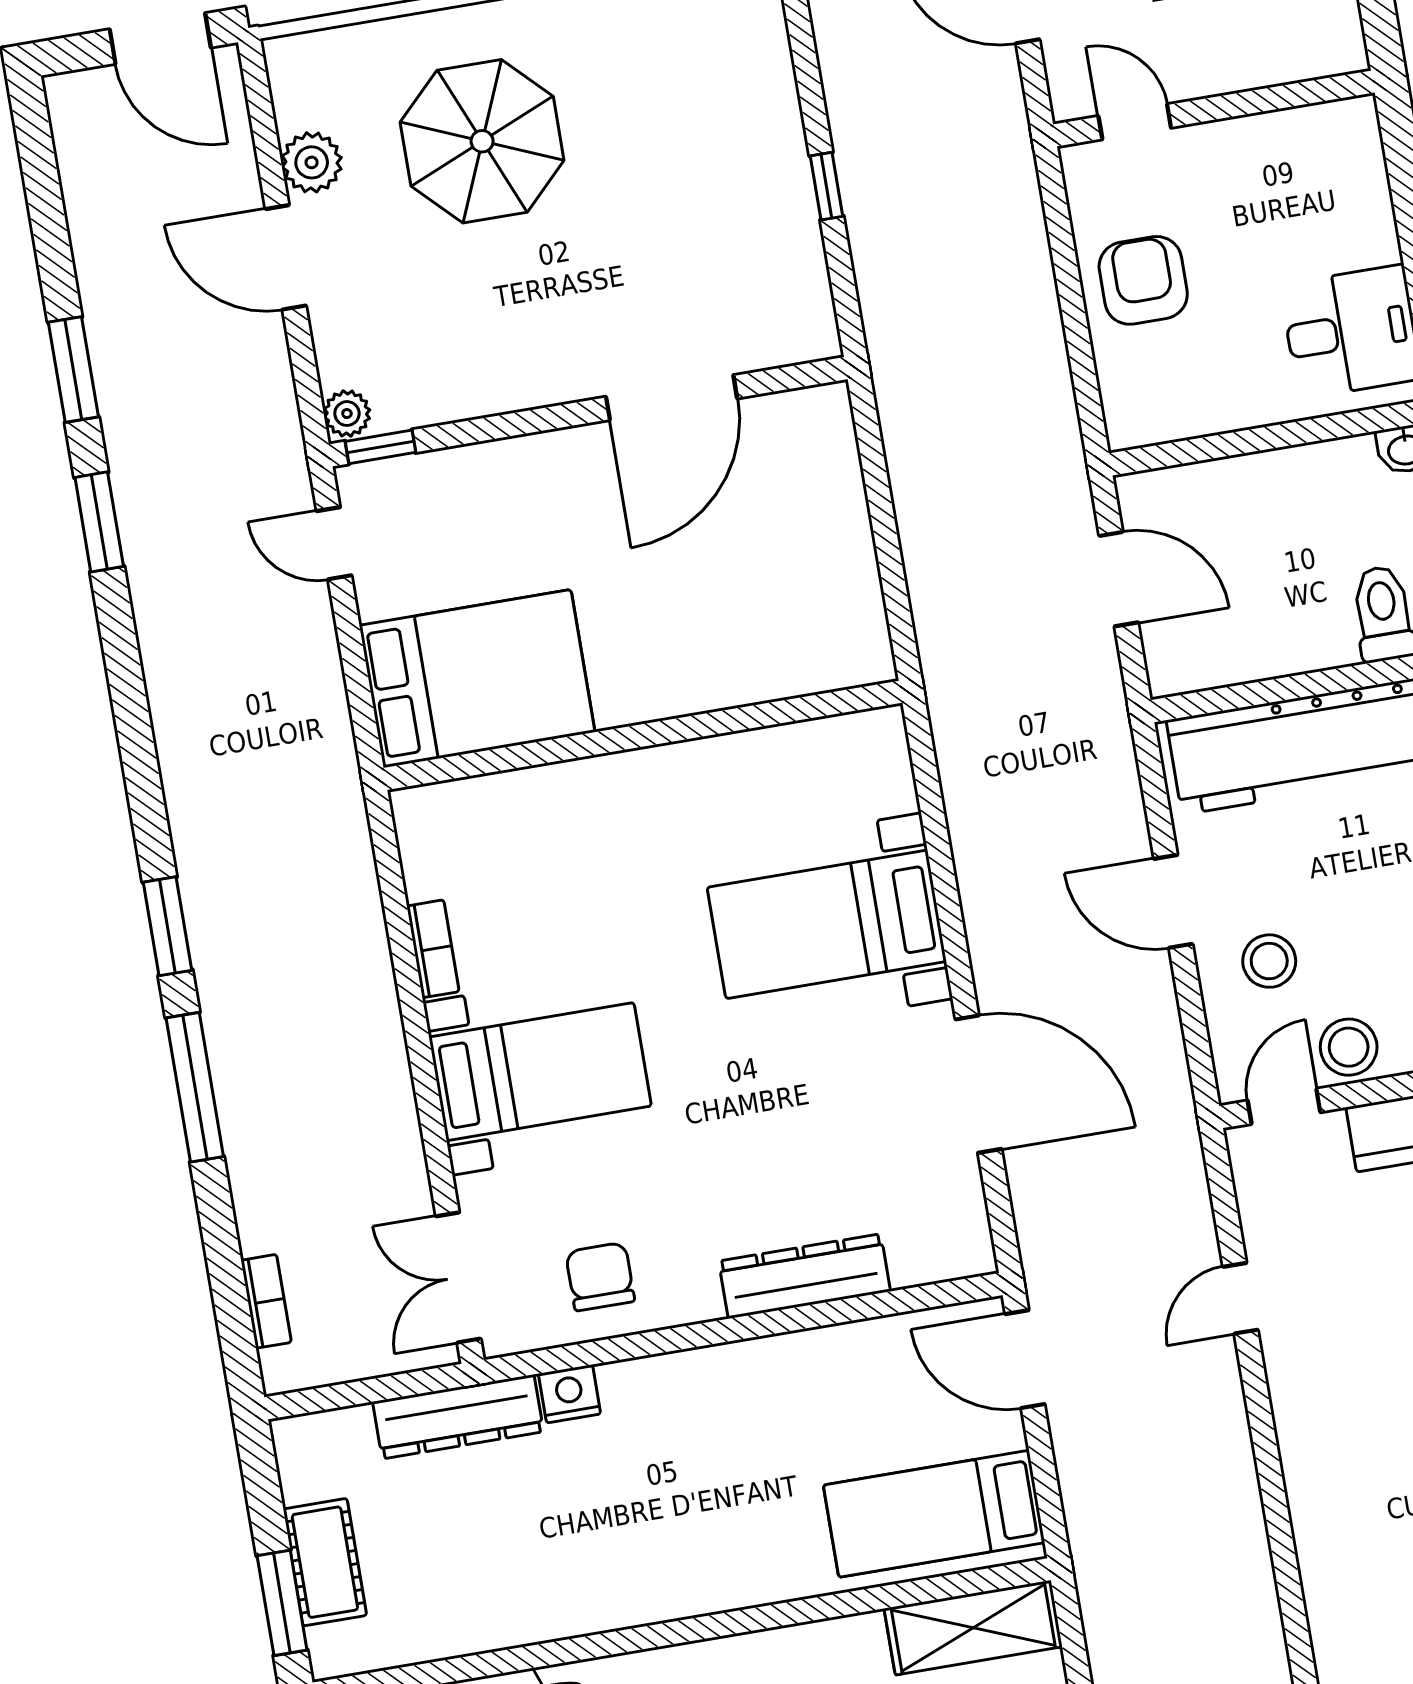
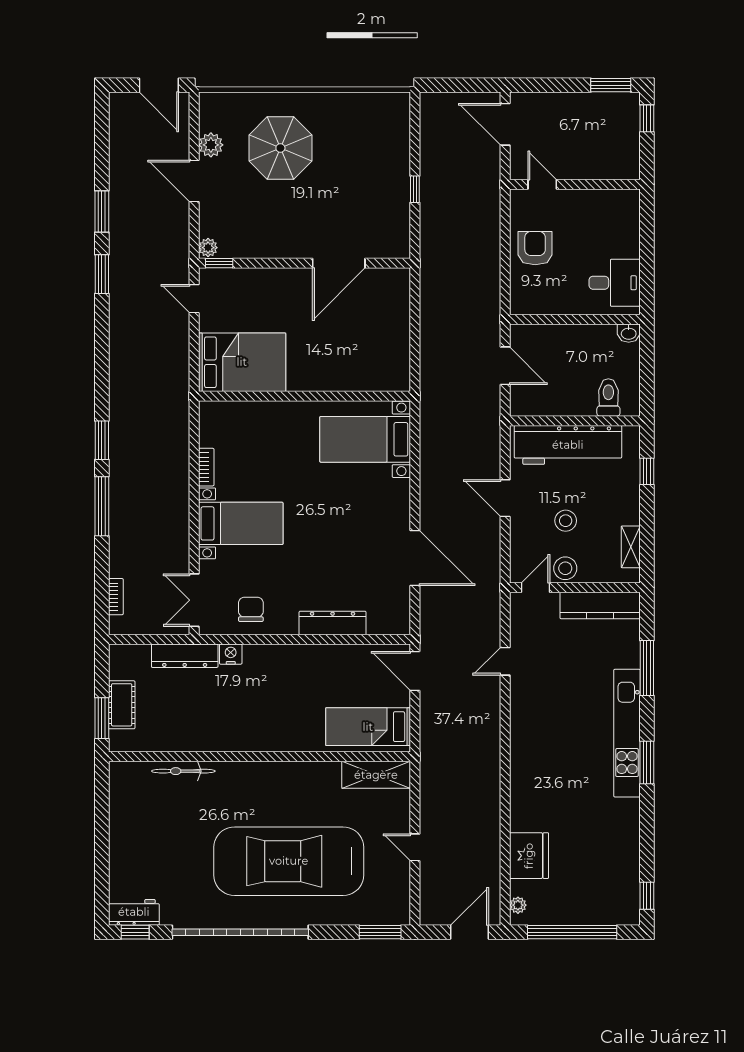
bed with nightstands: (827, 924) -> (365, 439), moved
stool: (1269, 961) -> (566, 521), moved

